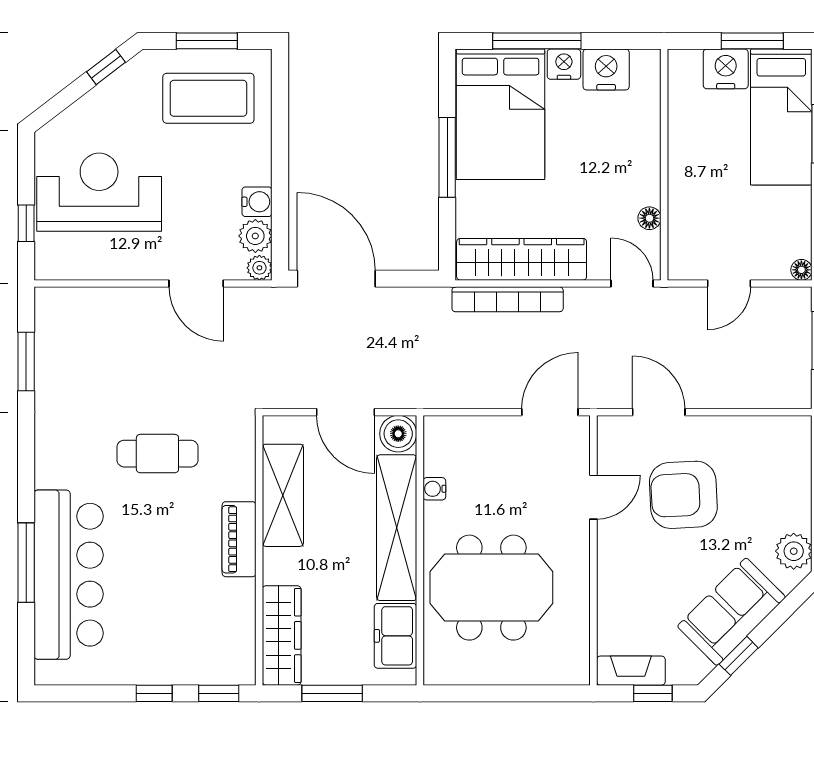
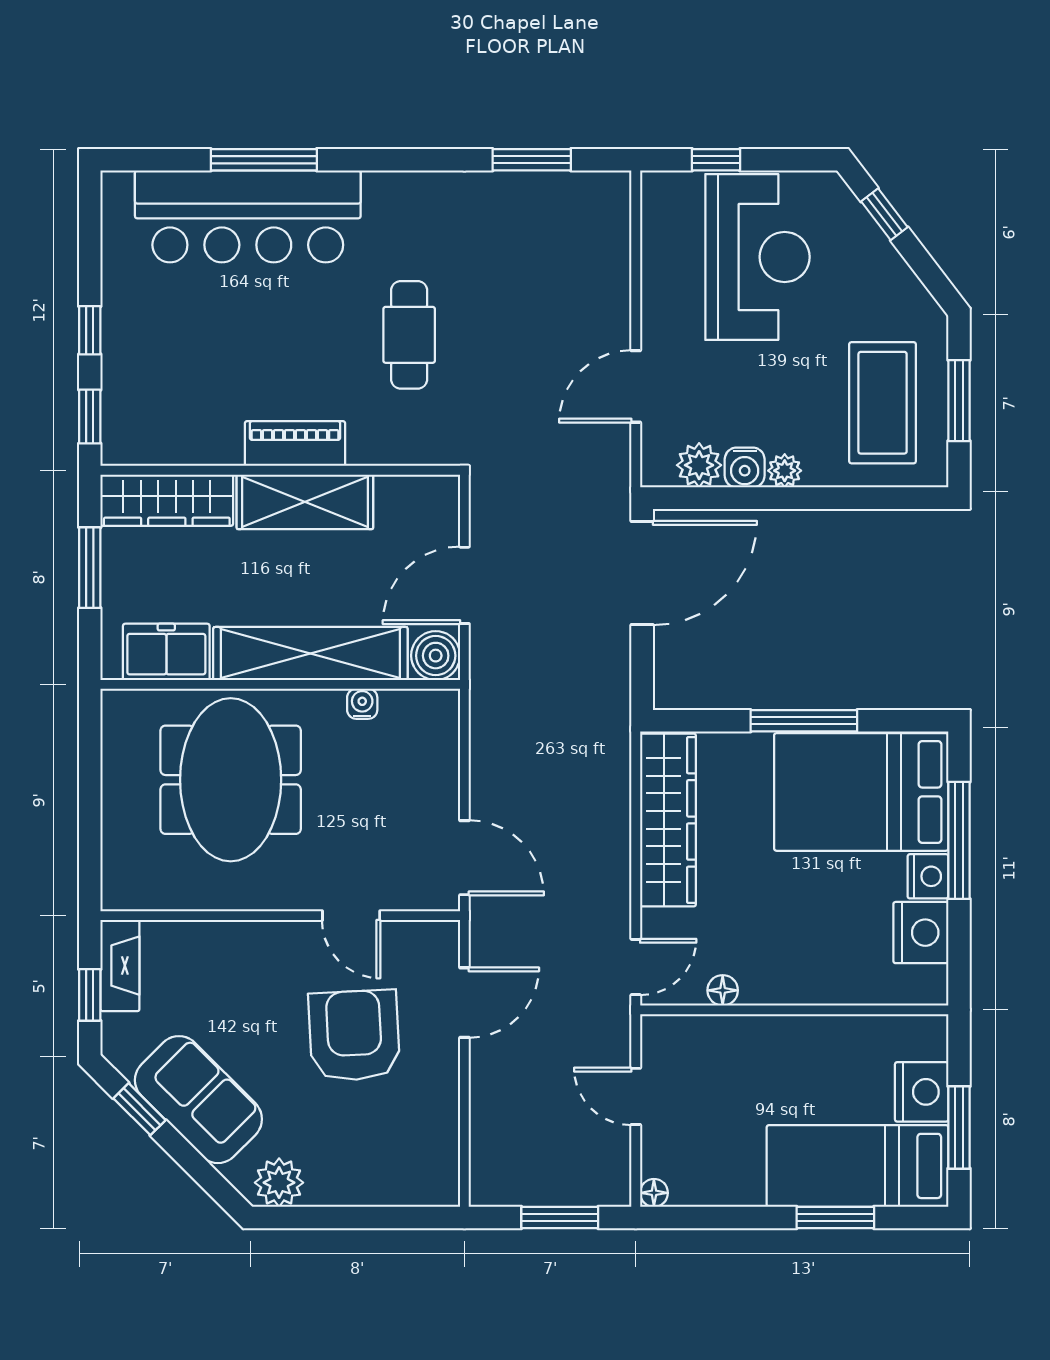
window: (106, 67) -> (884, 214), moved
plant: (259, 268) -> (785, 471), moved
bookcase: (508, 299) -> (615, 801), removed
shelving: (283, 495) -> (305, 502), moved

